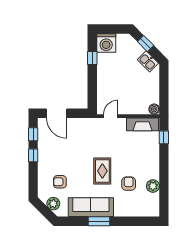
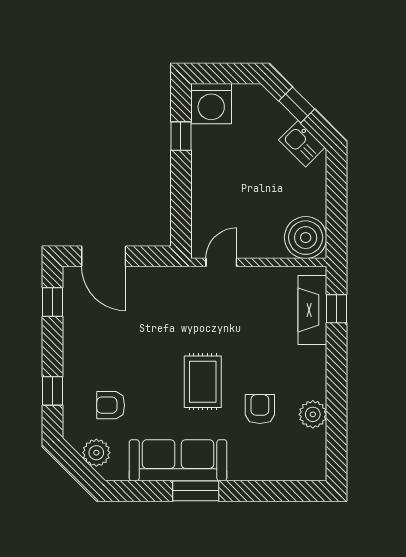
boiler: (154, 109) -> (306, 238), width x1.86, depth x1.86
fireplace: (142, 124) -> (312, 310), moved, turned 90
window: (33, 155) -> (53, 391), moved

